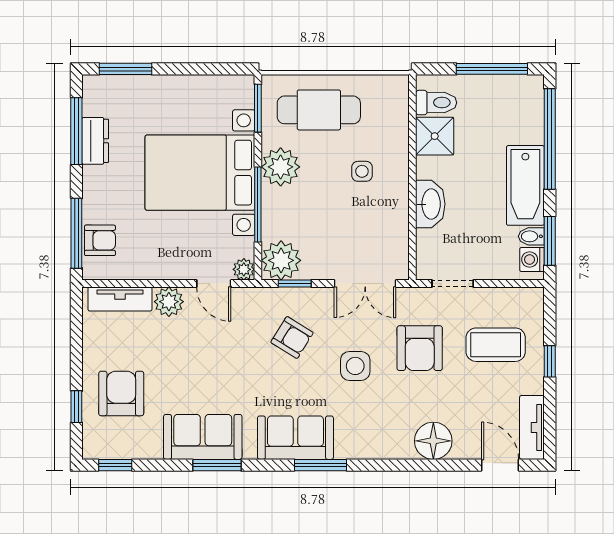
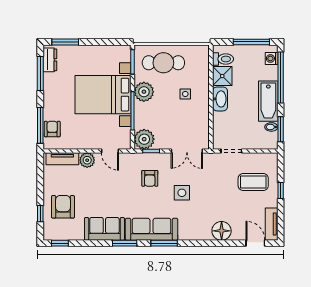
dresser: (95, 141) -> (50, 60), moved
washbasin: (430, 204) -> (220, 99), moved
armchair: (100, 240) -> (52, 129), turned -90
washing machine: (532, 260) -> (272, 58), moved
plant: (244, 269) -> (125, 144), removed
armchair: (292, 337) -> (150, 178), turned 58
armchair: (420, 348) -> (215, 184), removed
sofa: (295, 438) -> (152, 229), width x1.36
window: (217, 465) -> (125, 243), moved

